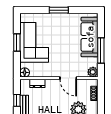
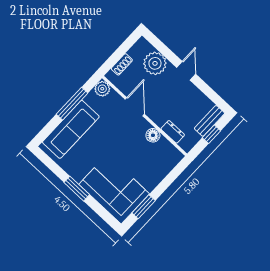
corner sofa: (34, 42) -> (114, 189), moved, turned 90
window: (17, 43) -> (144, 207), moved
floor lamp: (25, 72) -> (153, 135), moved

